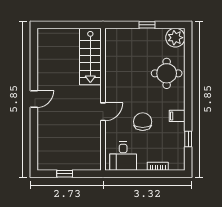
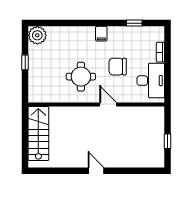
stairs: (90, 57) -> (38, 134), moved, turned -90
round table: (167, 73) -> (81, 77), moved
filing cabinet: (177, 116) -> (101, 34), moved
desk: (123, 156) -> (151, 81), width x1.37

